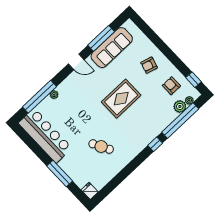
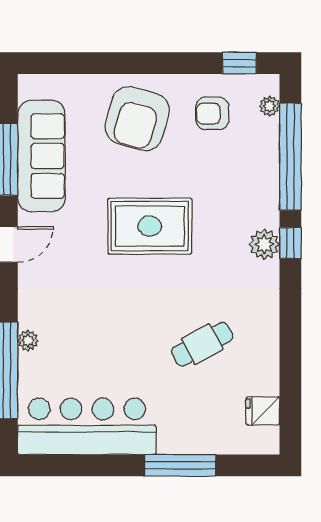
armchair: (149, 65) -> (137, 119), width x1.88, depth x1.88
rug: (121, 99) -> (150, 226), turned 90
plant: (180, 106) -> (264, 244), moved
fridge: (90, 191) -> (263, 411), moved

